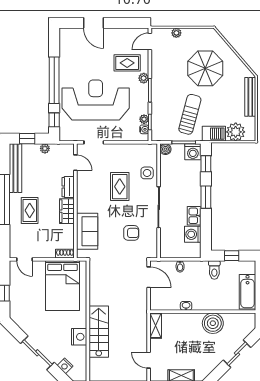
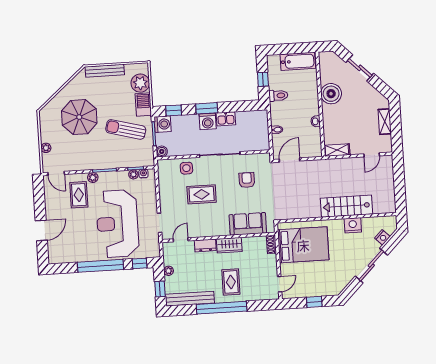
rug: (30, 210) -> (231, 282), turned 90
washing machine: (193, 234) -> (208, 121), moved

